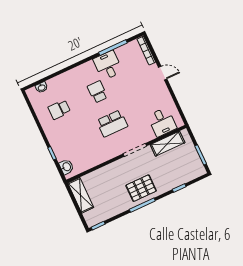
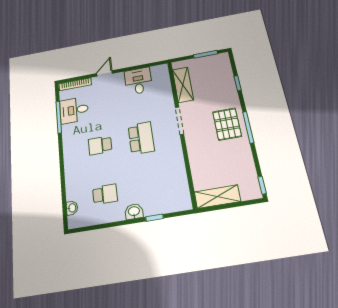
desk: (108, 65) -> (74, 110), moved
school desk: (59, 110) -> (105, 194), turned -90
desk: (162, 122) -> (138, 81), moved, turned -90
washbasin: (66, 167) -> (134, 212), moved

